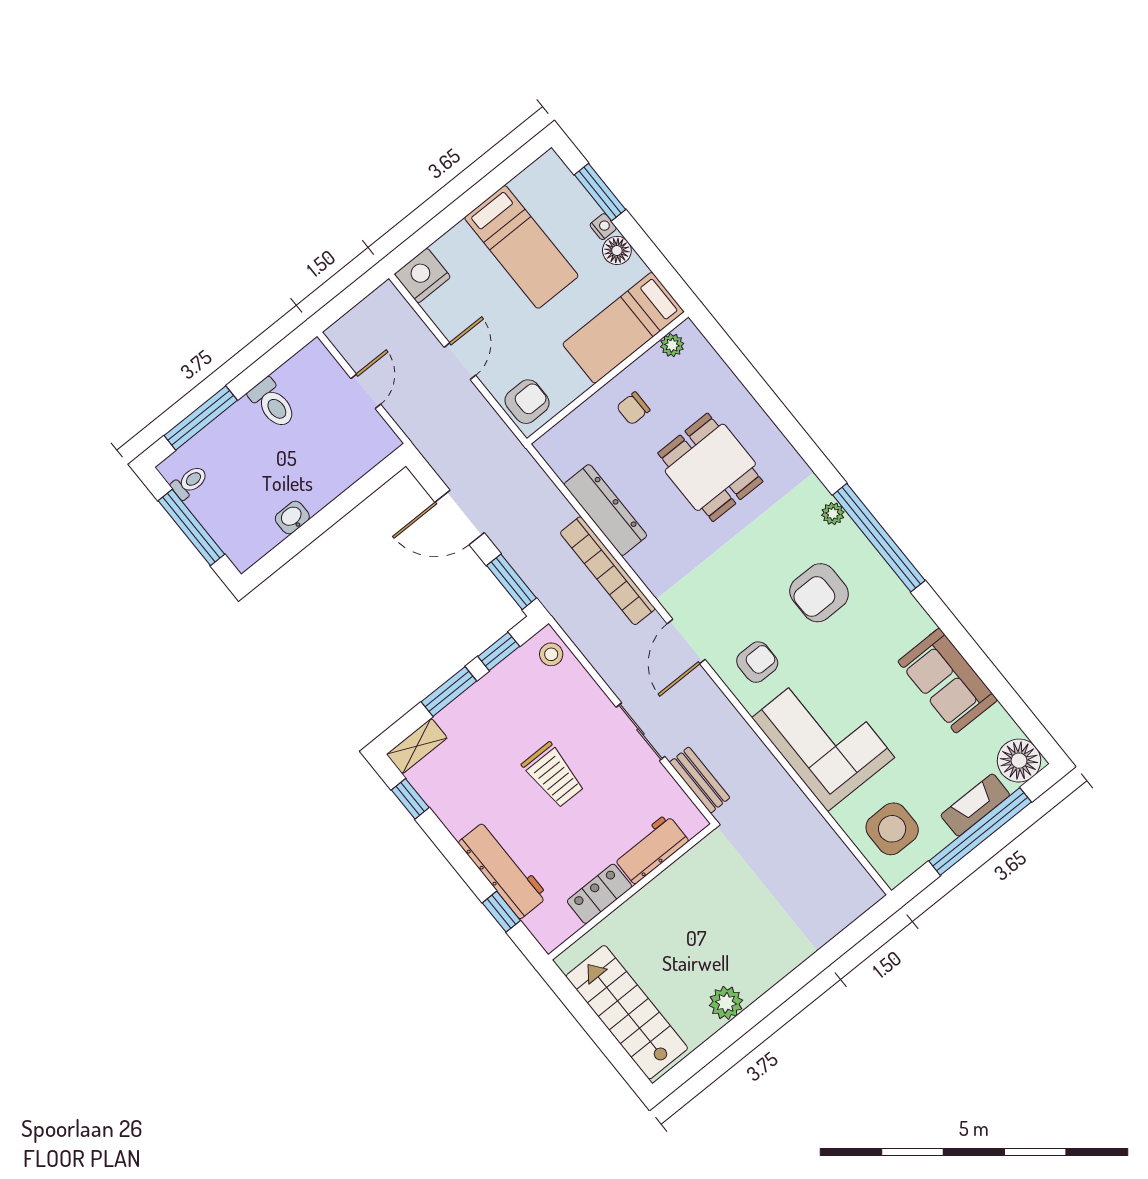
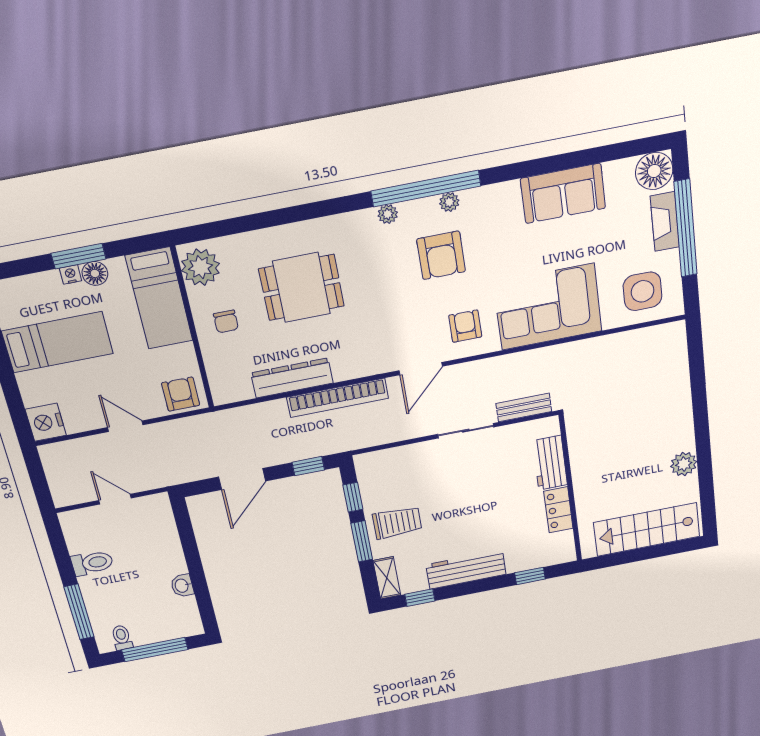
window: (600, 192) -> (78, 256), moved
plant: (672, 345) -> (200, 267), width x1.88, depth x1.88
plant: (878, 569) -> (449, 202), added
window: (512, 582) -> (308, 466), width x0.67
door: (686, 642) -> (421, 369), hinge flipped
stool: (551, 654) -> (375, 464), removed
trolley: (553, 775) -> (397, 523), moved
workbench: (503, 869) -> (466, 569), moved

